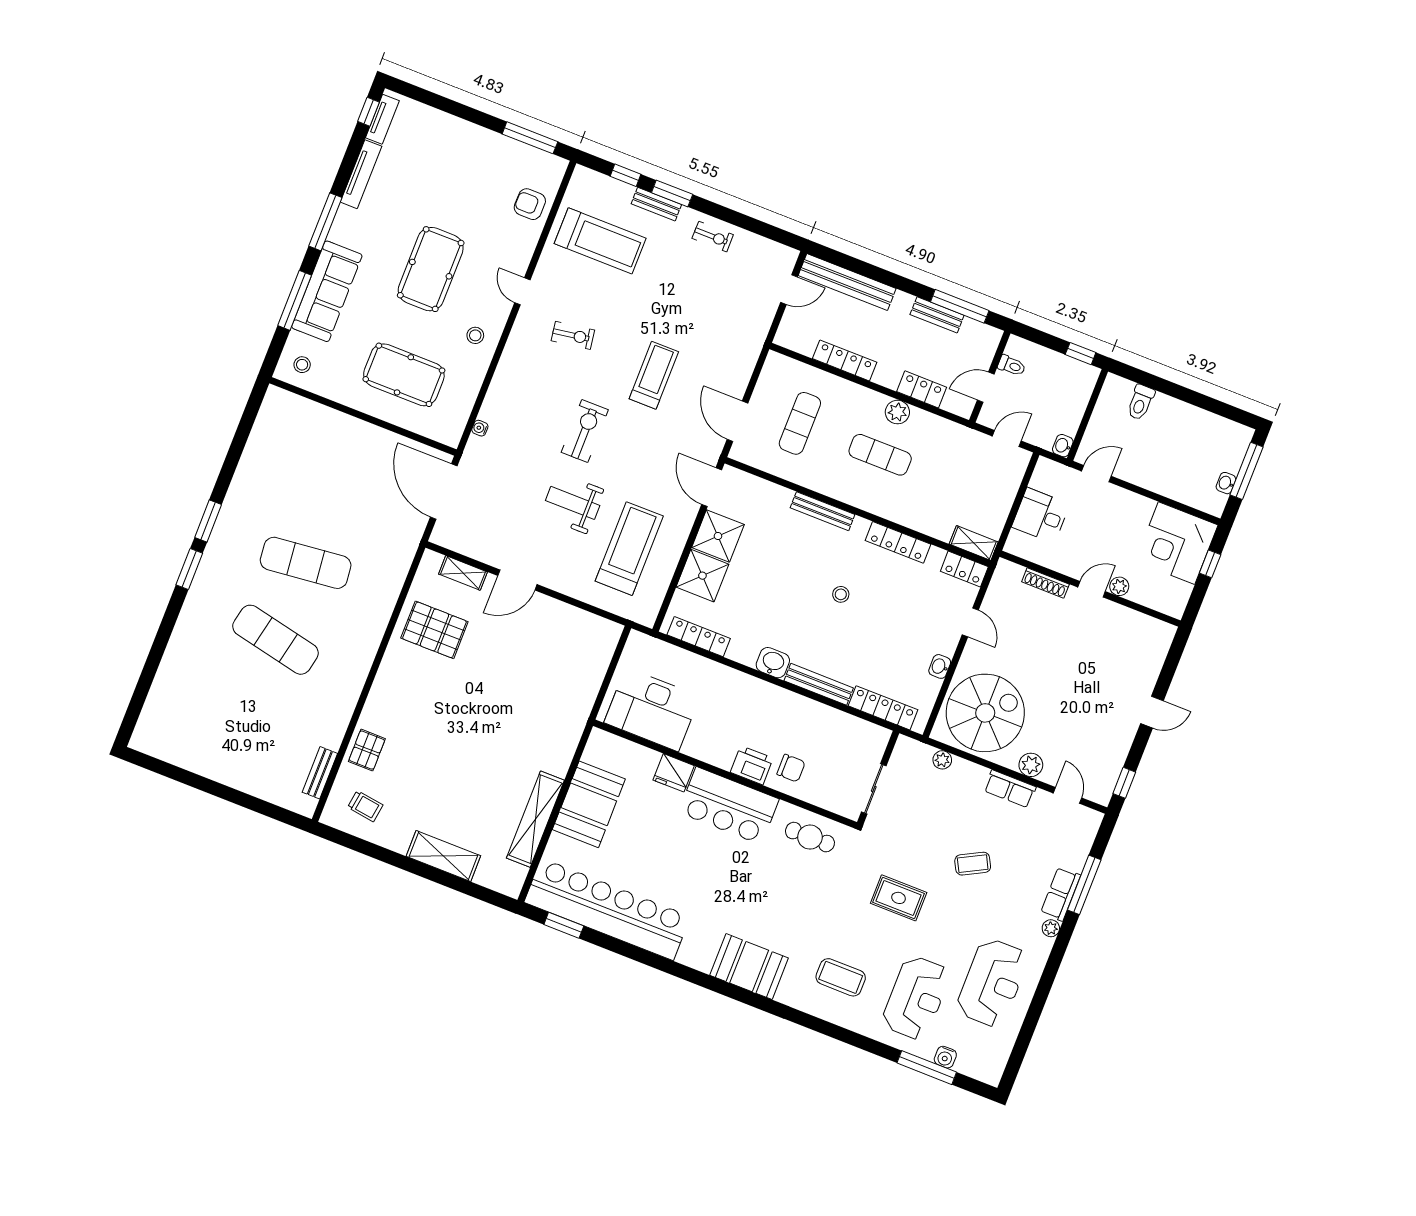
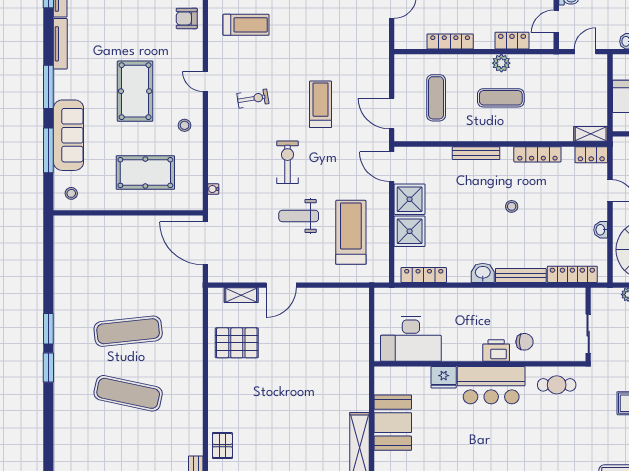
treadmill: (600, 241) -> (246, 25), width x0.73, depth x0.73

